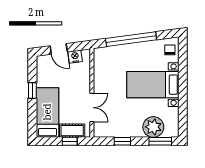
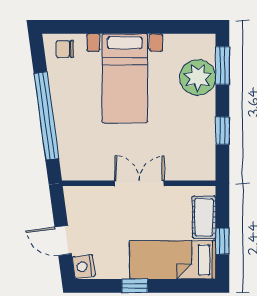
door: (59, 49) -> (63, 241), swing flipped
nightstand: (75, 57) -> (84, 266), moved
double door: (92, 108) -> (139, 183), moved
window: (70, 141) -> (222, 241), moved

